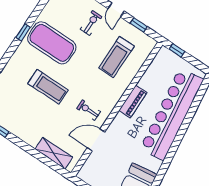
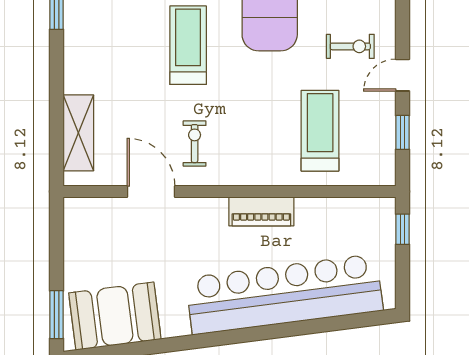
treadmill: (116, 57) -> (320, 131), turned 90
treadmill: (48, 87) -> (188, 45), turned 180

